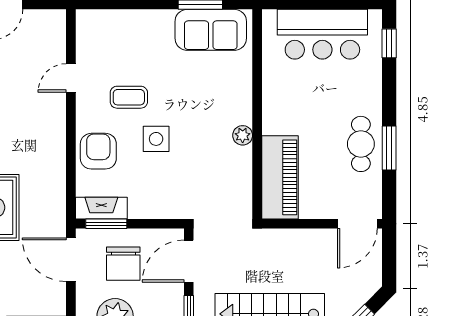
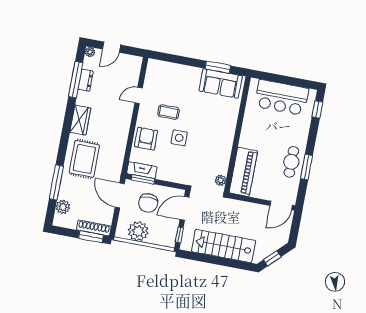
plant: (243, 135) -> (220, 180), moved

